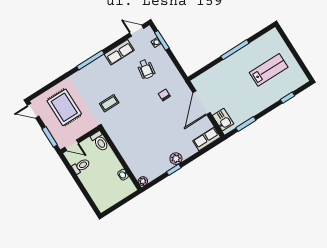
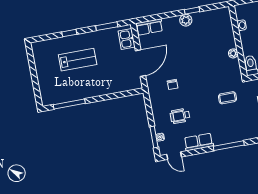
window: (235, 50) -> (69, 104), moved
wheelchair: (146, 69) -> (180, 116), turned -99
lab bench: (269, 70) -> (78, 60), moved, turned 180
window: (287, 98) -> (69, 33), moved
plant: (143, 181) -> (233, 53), moved

